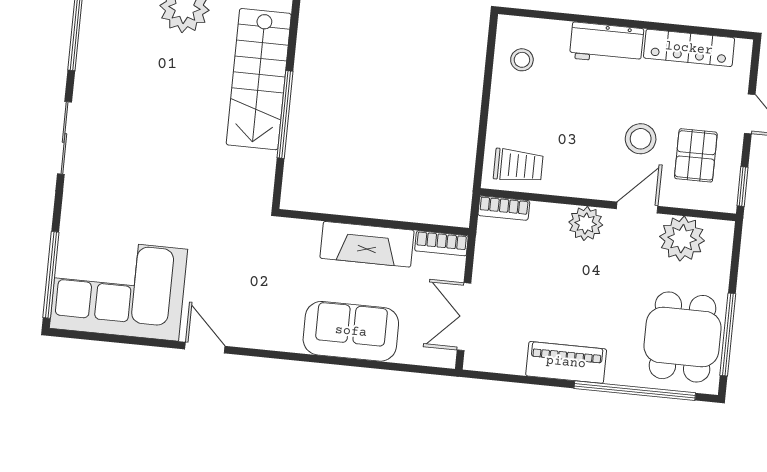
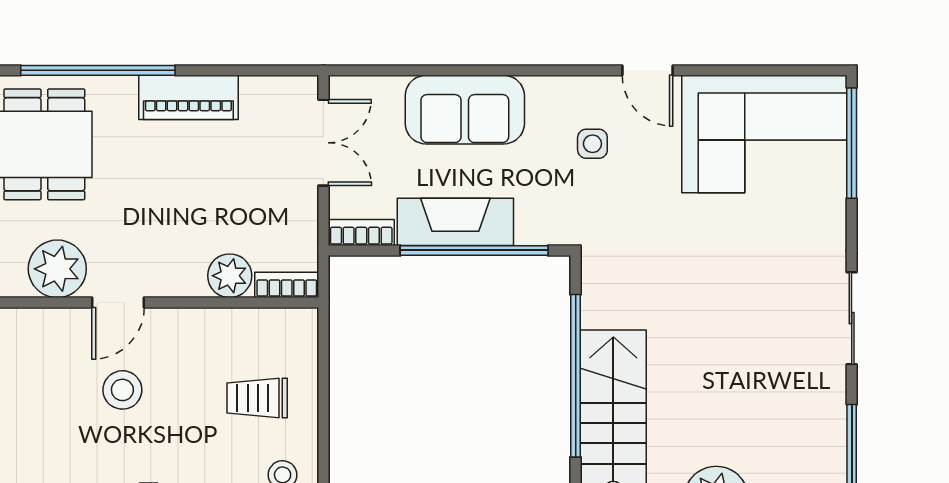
window: (285, 114) -> (576, 376), width x1.46
pallet: (696, 155) -> (50, 376), removed
trolley: (518, 166) -> (257, 398), moved
window: (355, 220) -> (474, 250), added
plant: (586, 223) -> (230, 276), moved
side table: (254, 295) -> (592, 144), added

